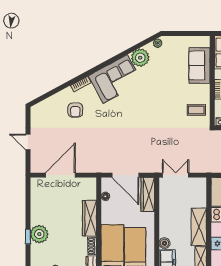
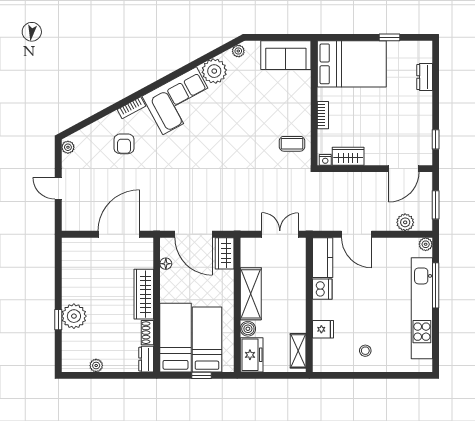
sofa: (199, 65) -> (286, 55), moved, turned -90
plant: (35, 112) -> (68, 147), added
door: (60, 175) -> (119, 234), moved
double door: (176, 175) -> (280, 234), moved
wardrobe: (148, 195) -> (225, 253), width x0.67
shelving: (199, 227) -> (251, 294), moved

